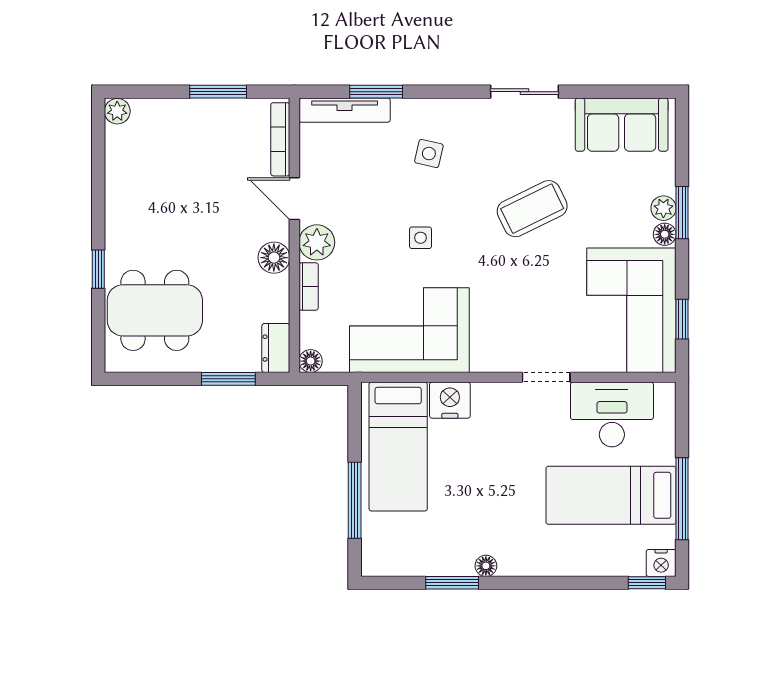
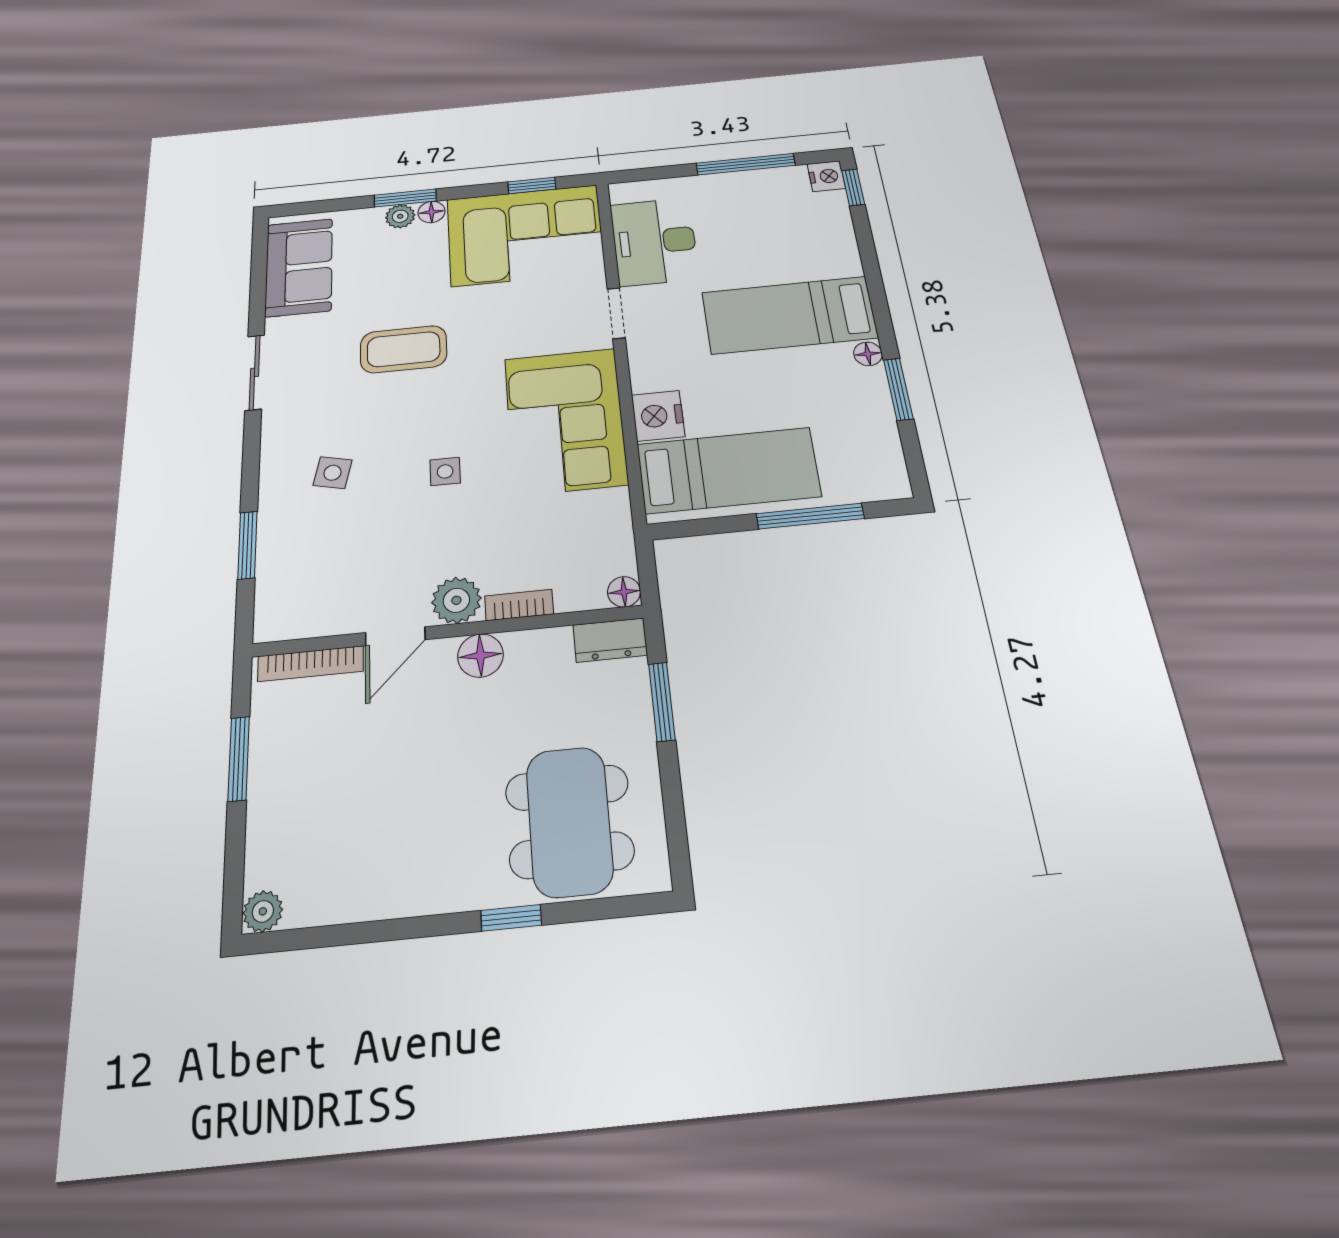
tv unit: (345, 110) -> (271, 583), removed
coffee table: (532, 209) -> (404, 349), turned -64
corner sofa: (409, 330) -> (565, 421), moved
bed: (611, 495) -> (789, 315), moved, turned 90

